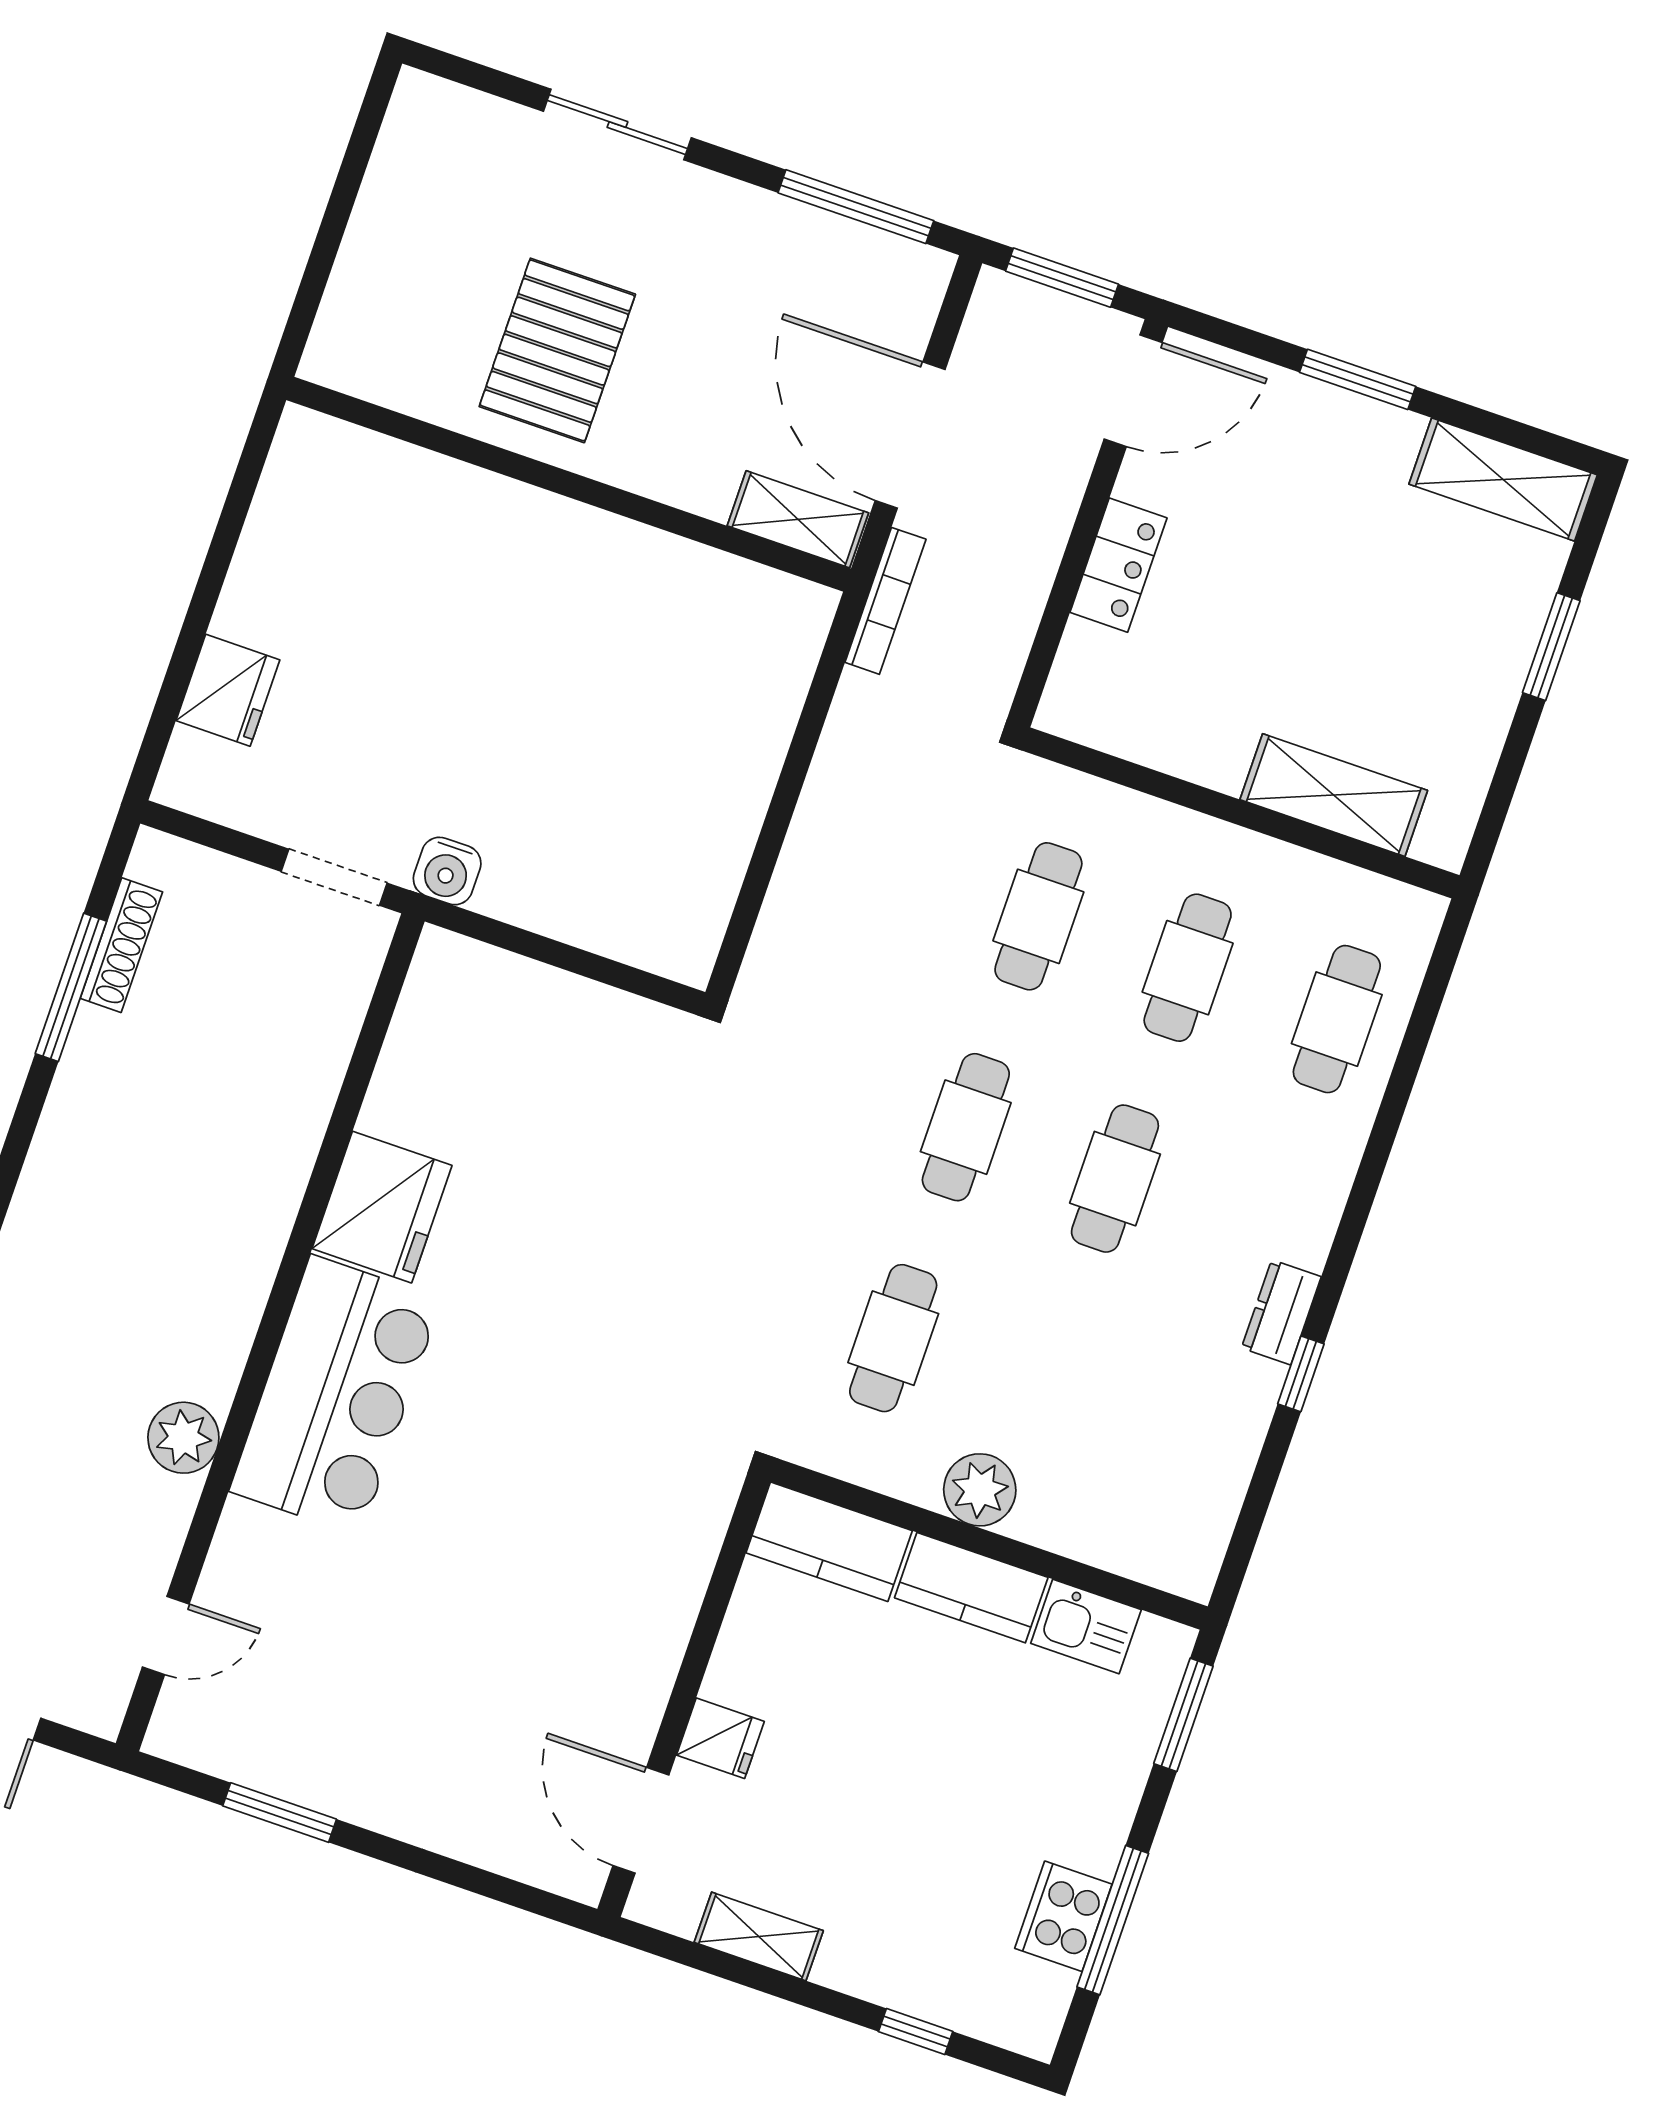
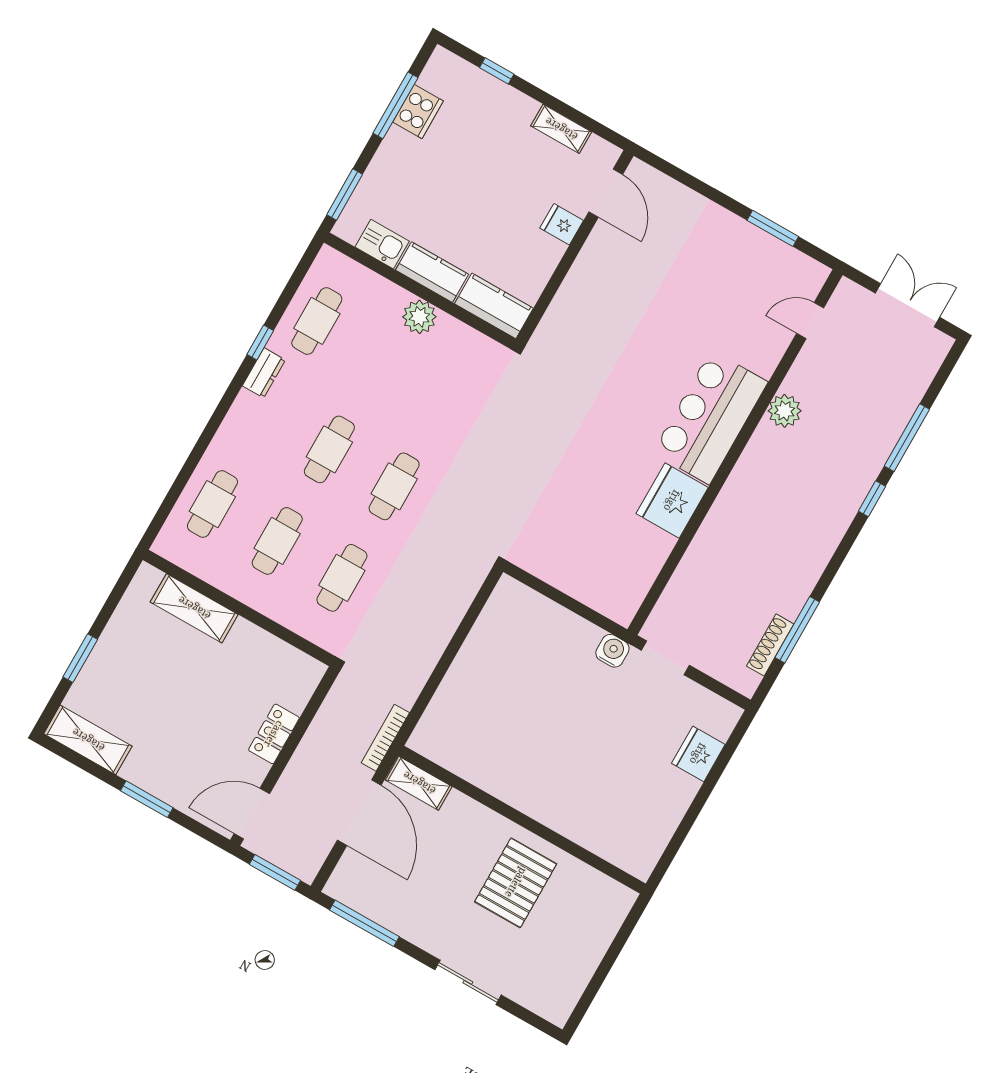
cafe table: (893, 1338) -> (317, 321), moved

